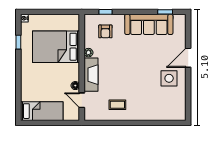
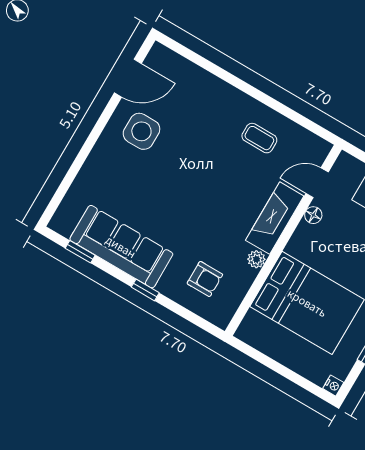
window: (106, 12) -> (145, 290), moved
armchair: (105, 31) -> (205, 279), turned 90
door: (188, 58) -> (128, 78), moved
door: (82, 100) -> (317, 183), swing flipped

